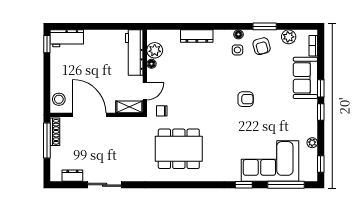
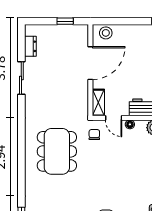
floor lamp: (151, 64) -> (130, 124), moved
shoe rack: (55, 132) -> (74, 29), removed
window: (47, 140) -> (65, 21), width x0.46

